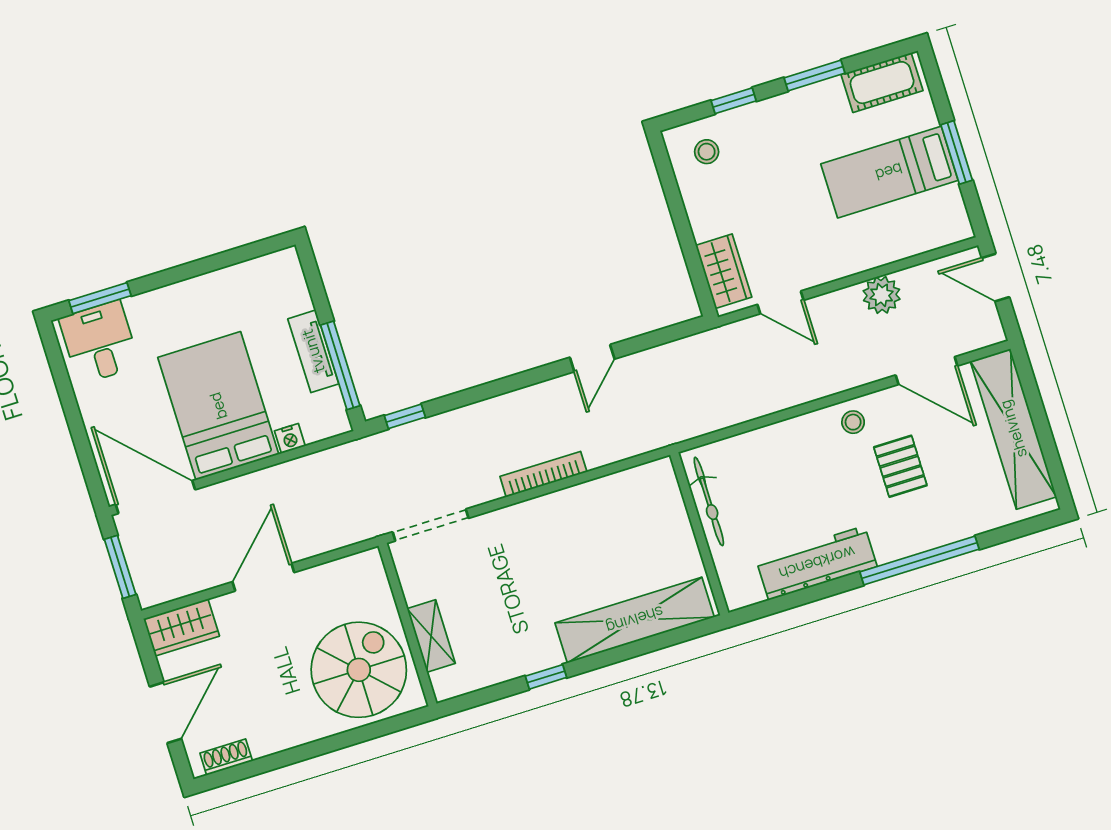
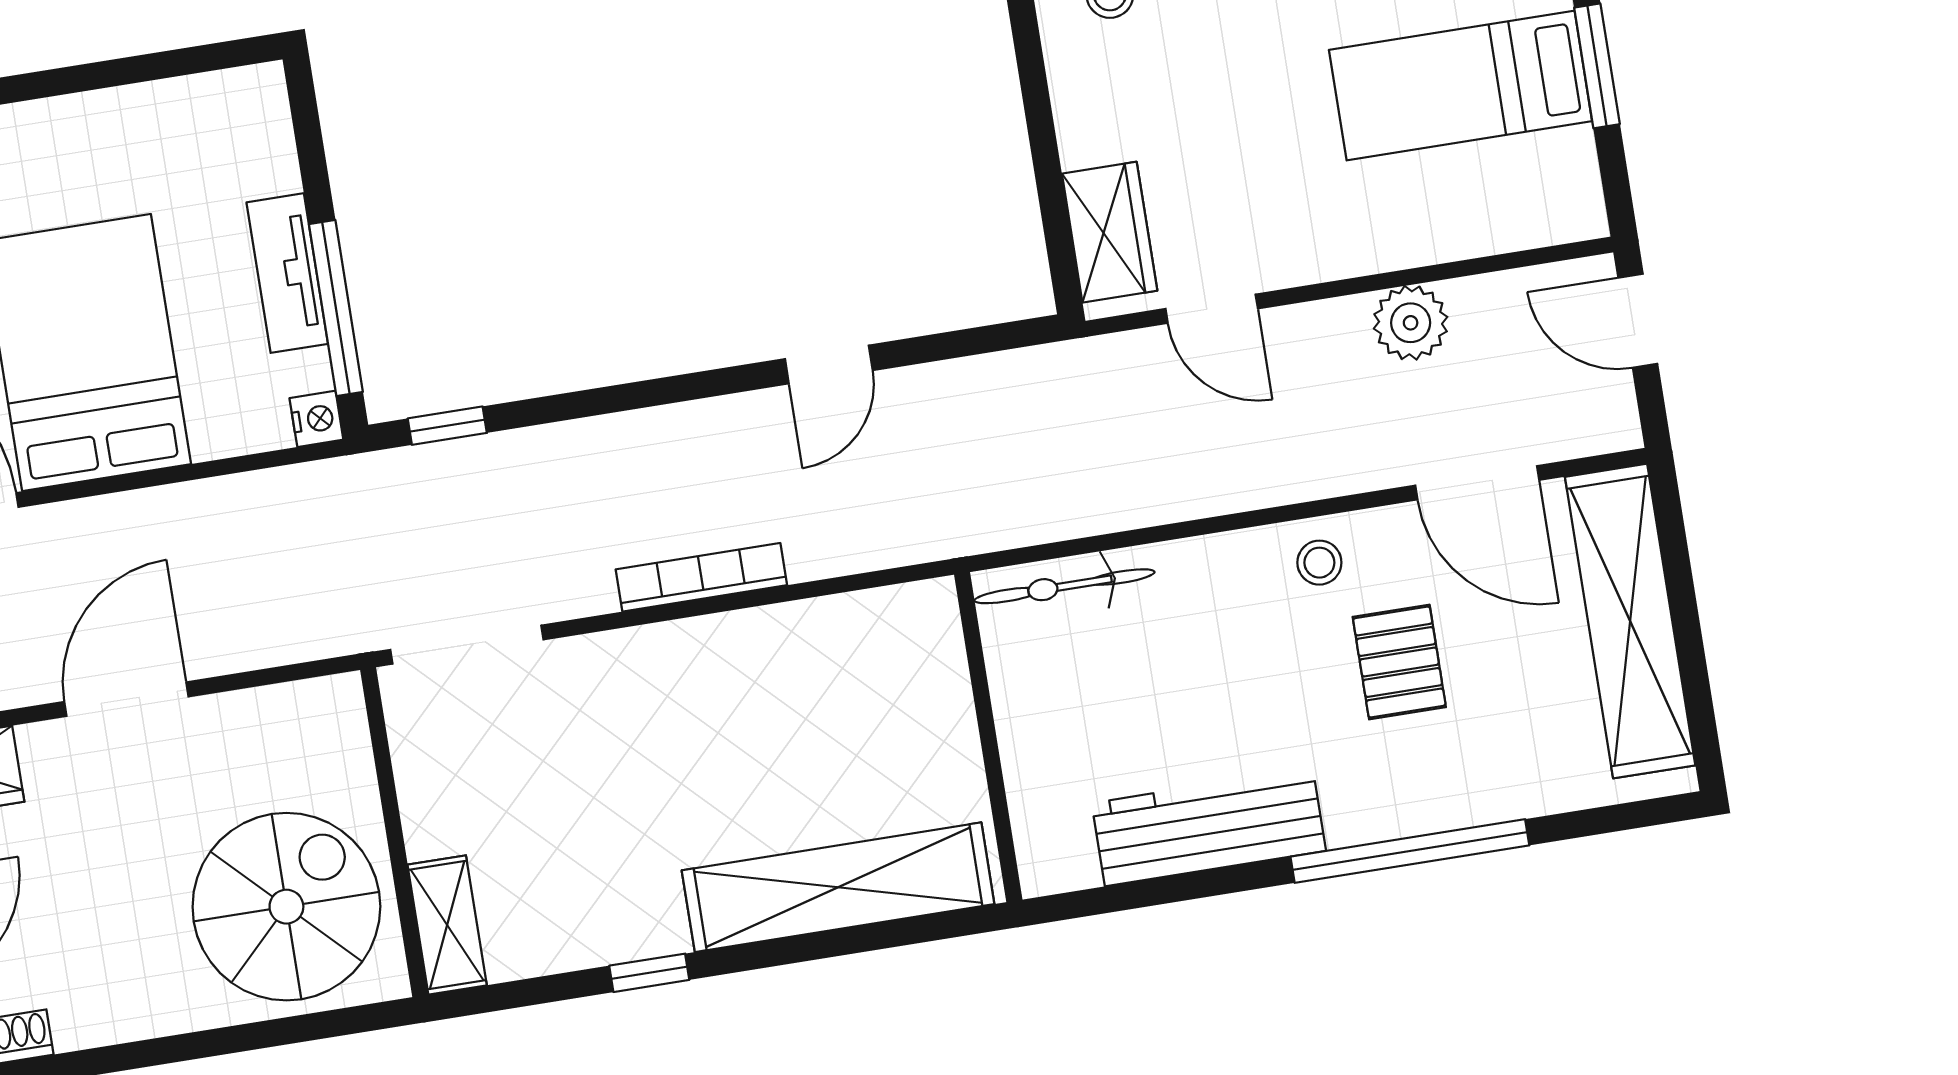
nightstand: (290, 438) -> (316, 419), moved, turned -90
bicycle: (709, 501) -> (1065, 586), moved, turned 90
shelving: (431, 636) -> (447, 925), moved

